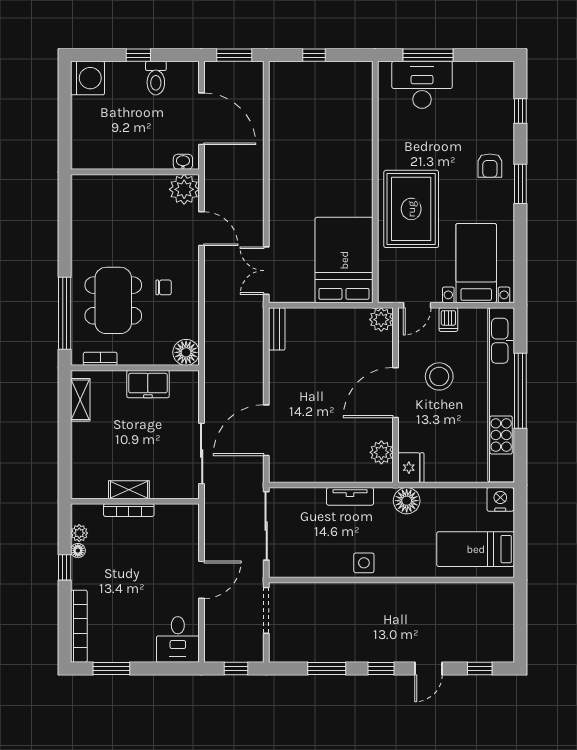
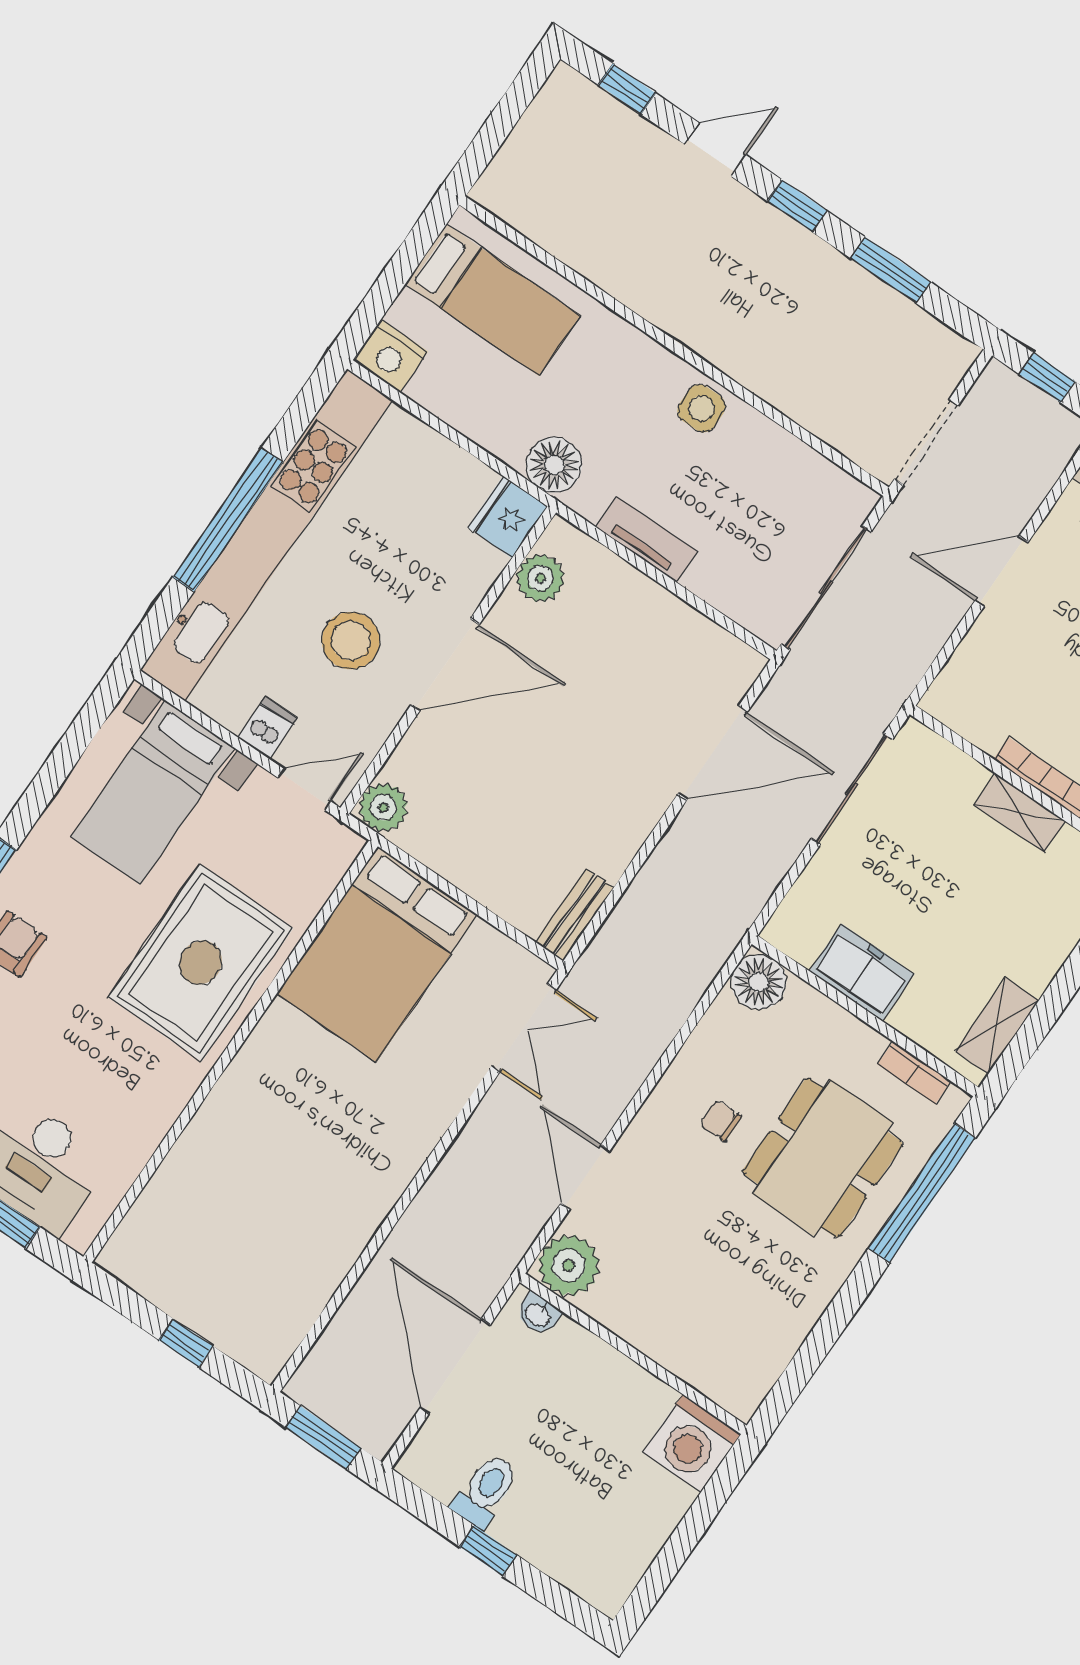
washing machine: (88, 78) -> (692, 1443), moved, turned -90

